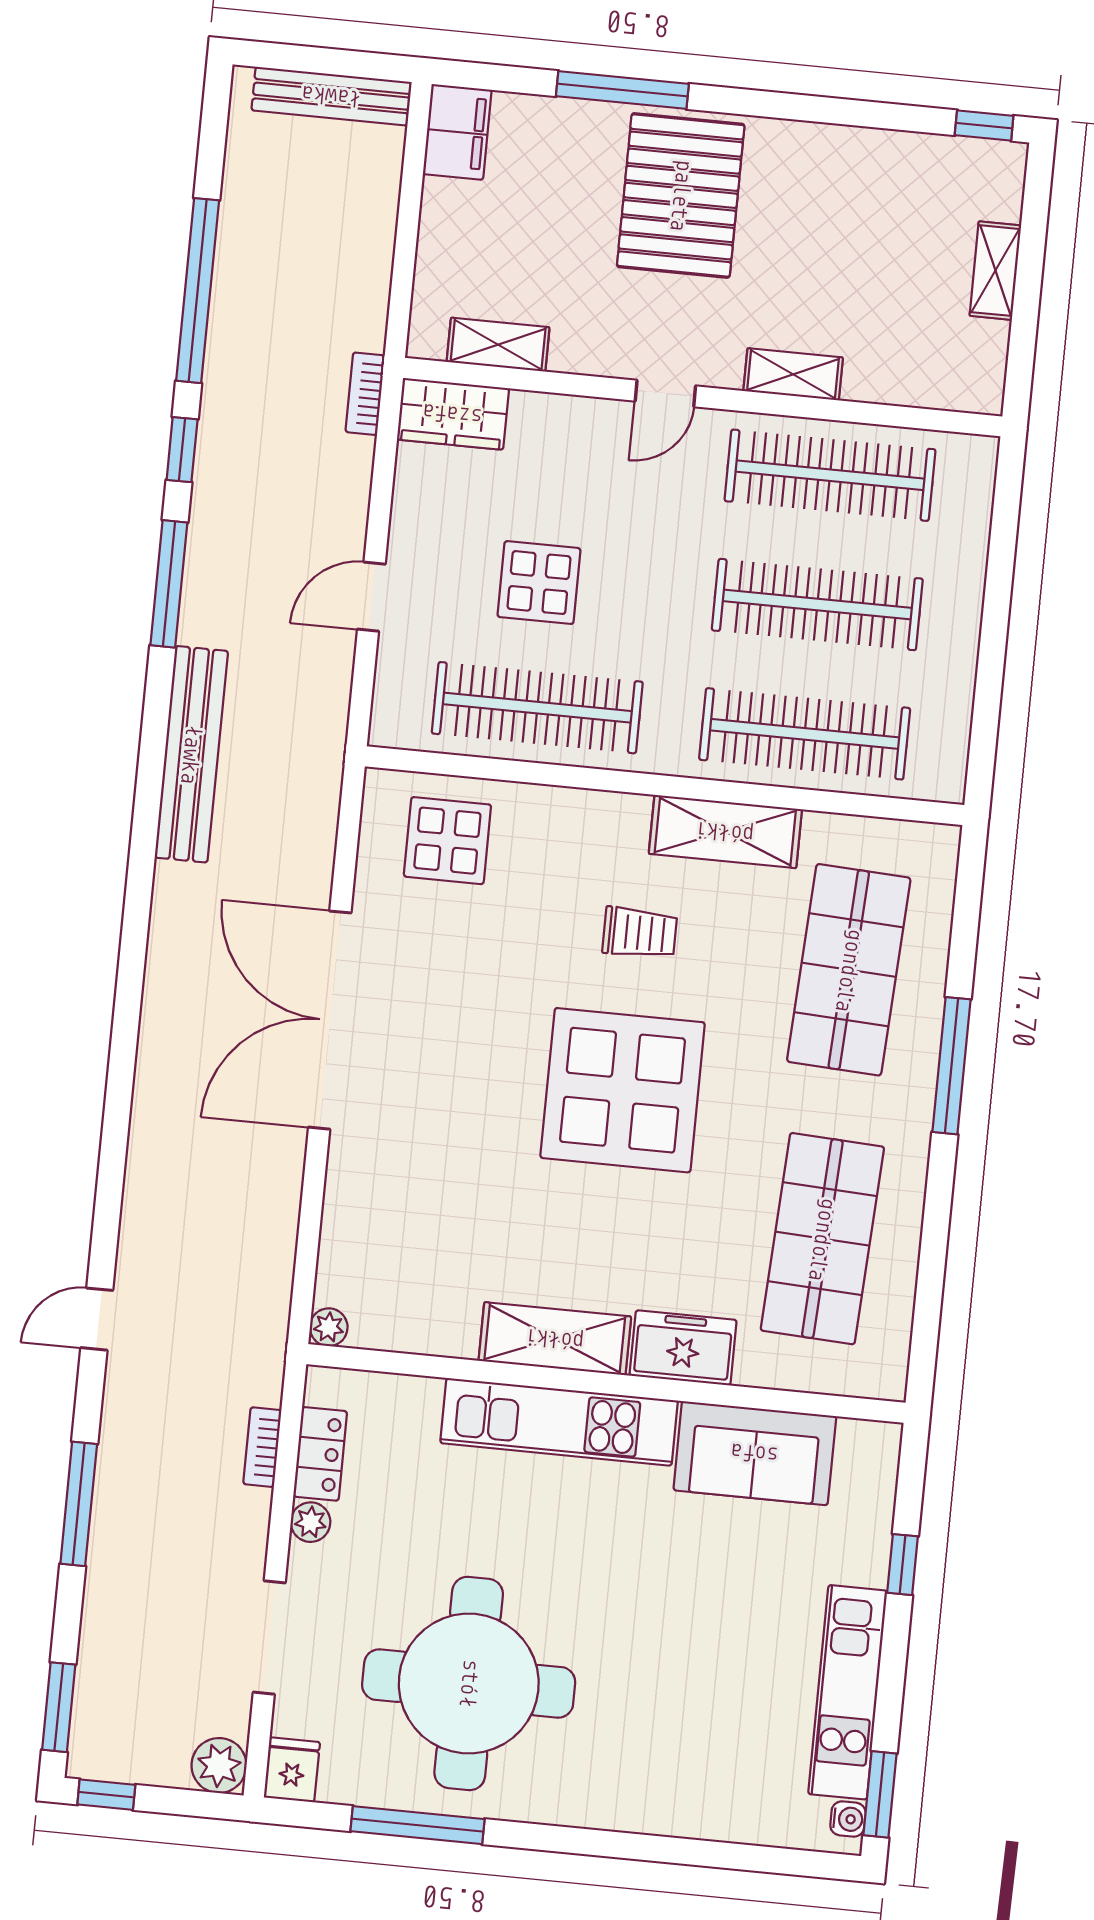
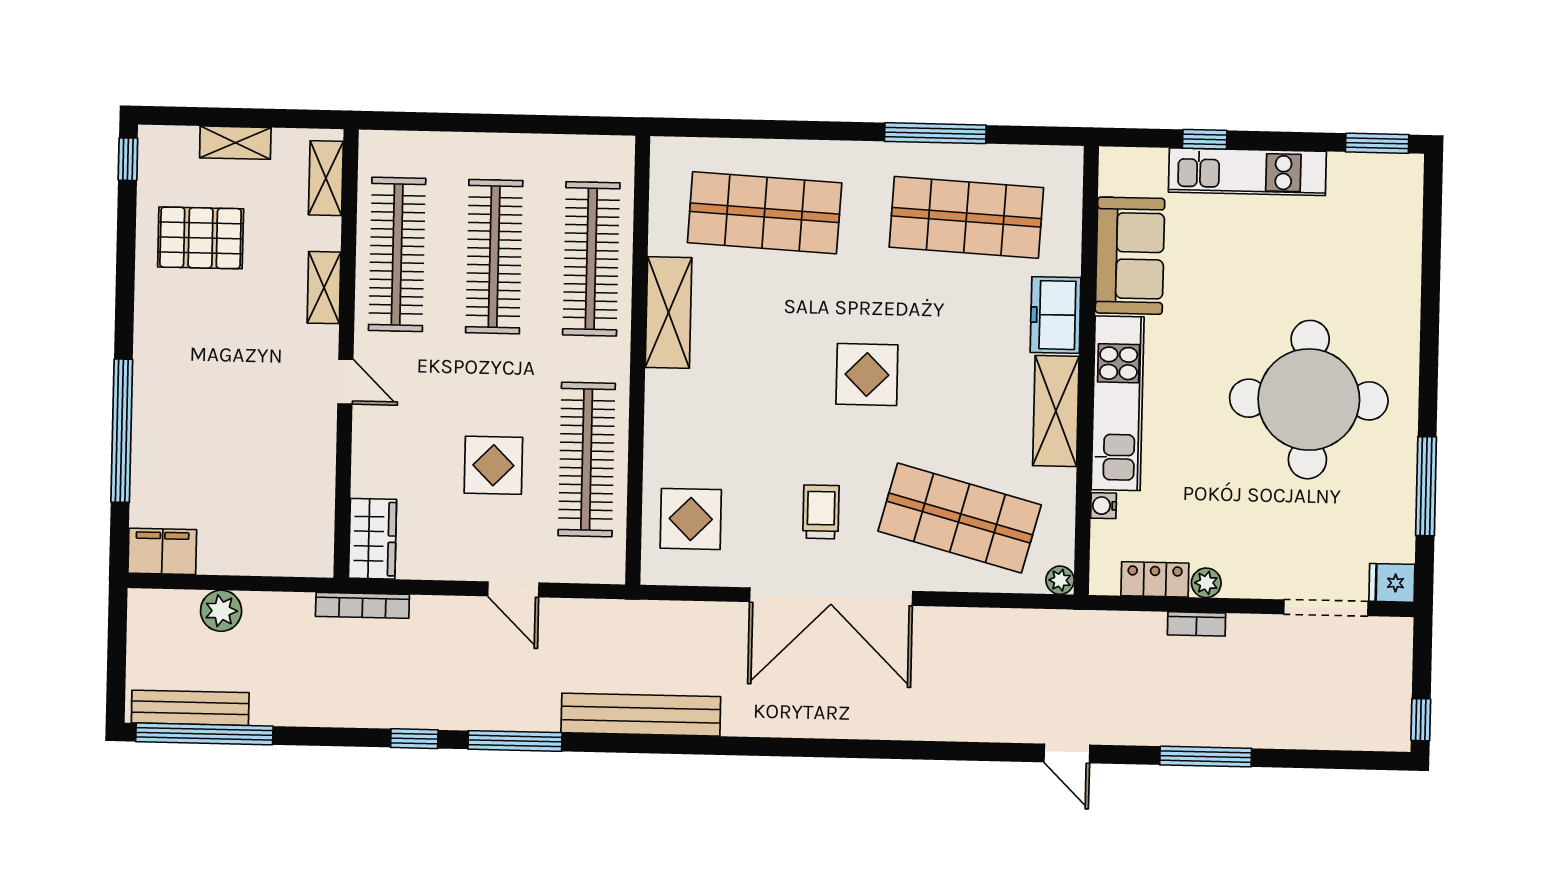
window: (622, 90) -> (122, 431), width x1.46
bench: (332, 96) -> (190, 708), moved, turned 90
pallet: (681, 195) -> (201, 238), moved, width x0.73, depth x0.71
window: (198, 291) -> (204, 734), moved
shelving: (498, 345) -> (326, 178), moved
bookcase: (365, 394) -> (362, 605), width x1.56
trolley: (640, 933) -> (821, 512), moved
window: (951, 1066) -> (935, 133), moved
display table: (623, 1090) -> (867, 375), width x0.54, depth x0.54
shop shelf: (422, 1199) -> (960, 518), added
bookcase: (262, 1447) -> (1196, 624), moved
doorway: (269, 1638) -> (1326, 608), moved
round table: (469, 1683) -> (1309, 400), moved
kitchen unit: (848, 1692) -> (1247, 172), moved
window: (59, 1707) -> (1358, 760), removed
plant: (219, 1765) -> (221, 611), moved
water cooler: (848, 1819) -> (1103, 506), moved, turned -90

